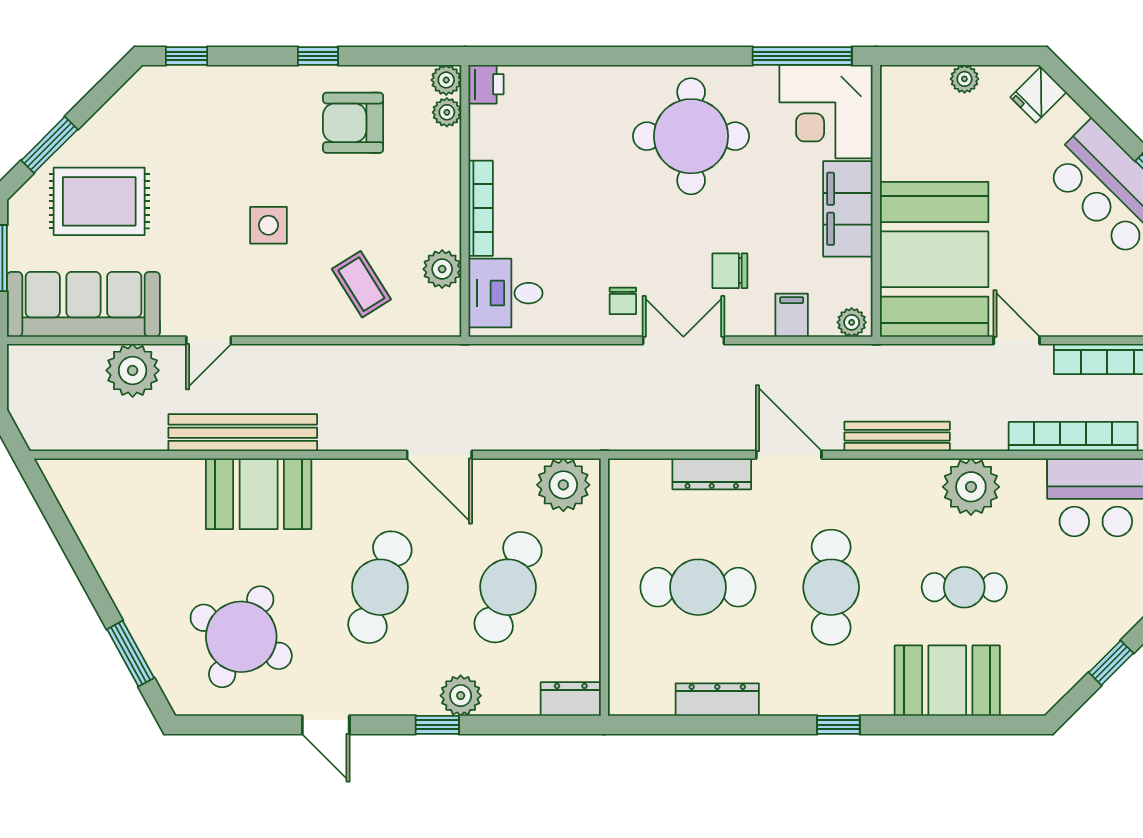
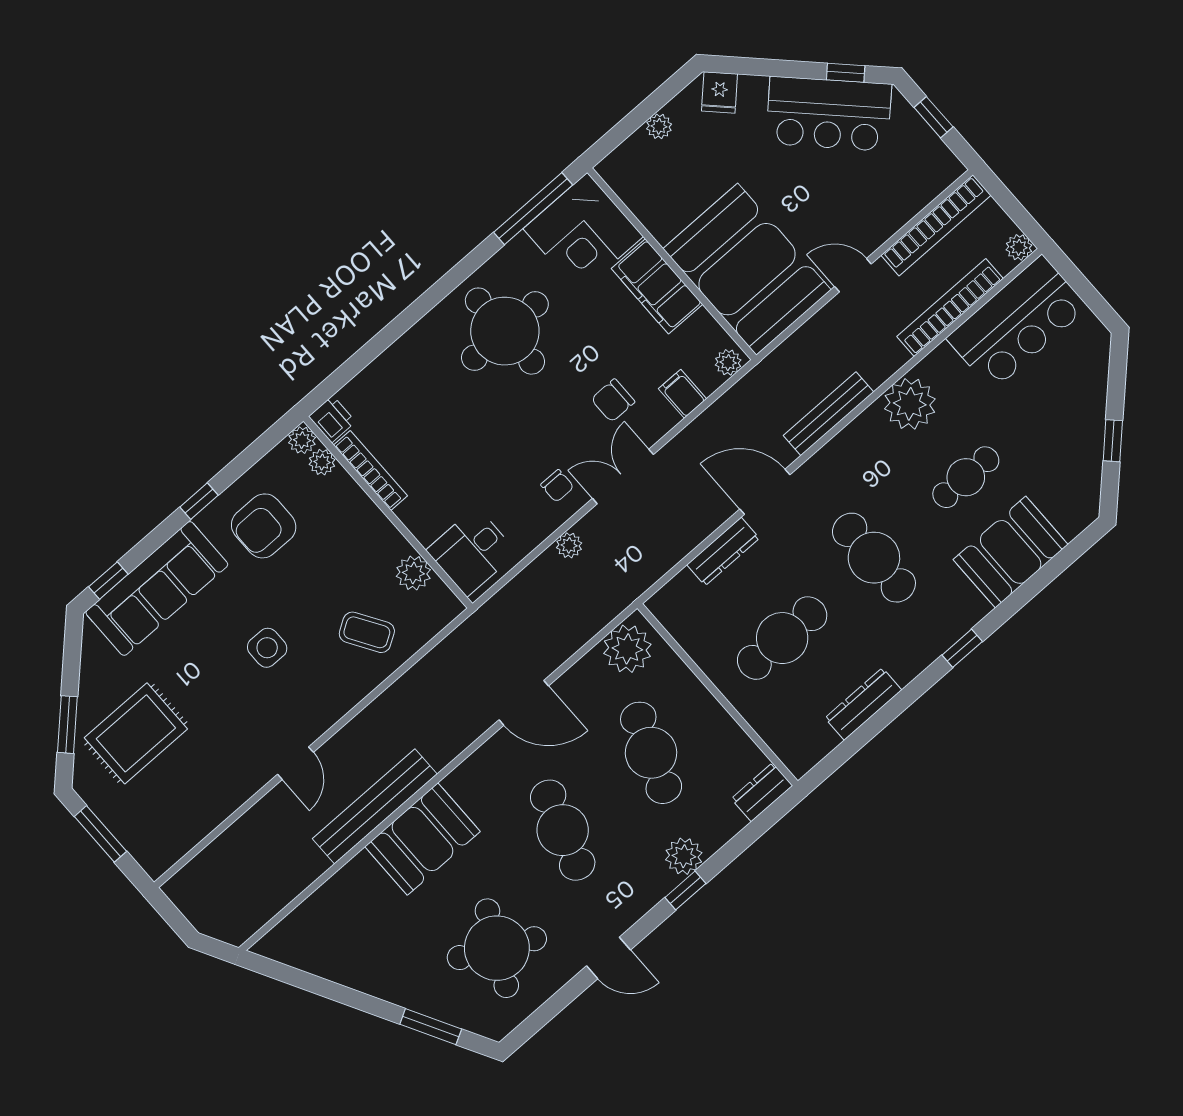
bookcase: (481, 208) -> (370, 470), moved
sofa: (83, 304) -> (157, 588), moved, turned 180
plant: (133, 370) -> (569, 545), moved, width x0.53, depth x0.53

